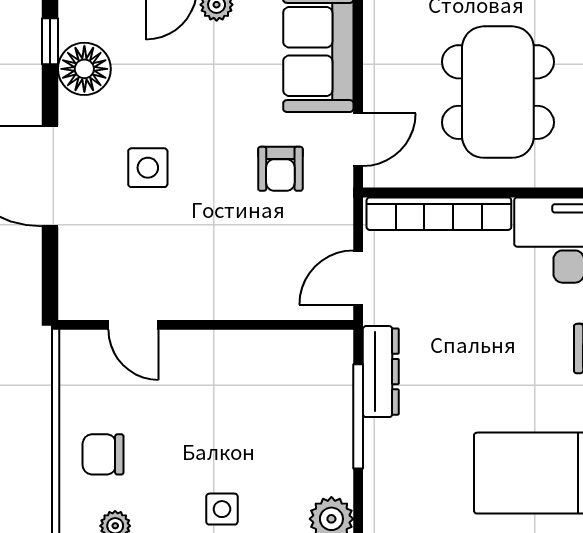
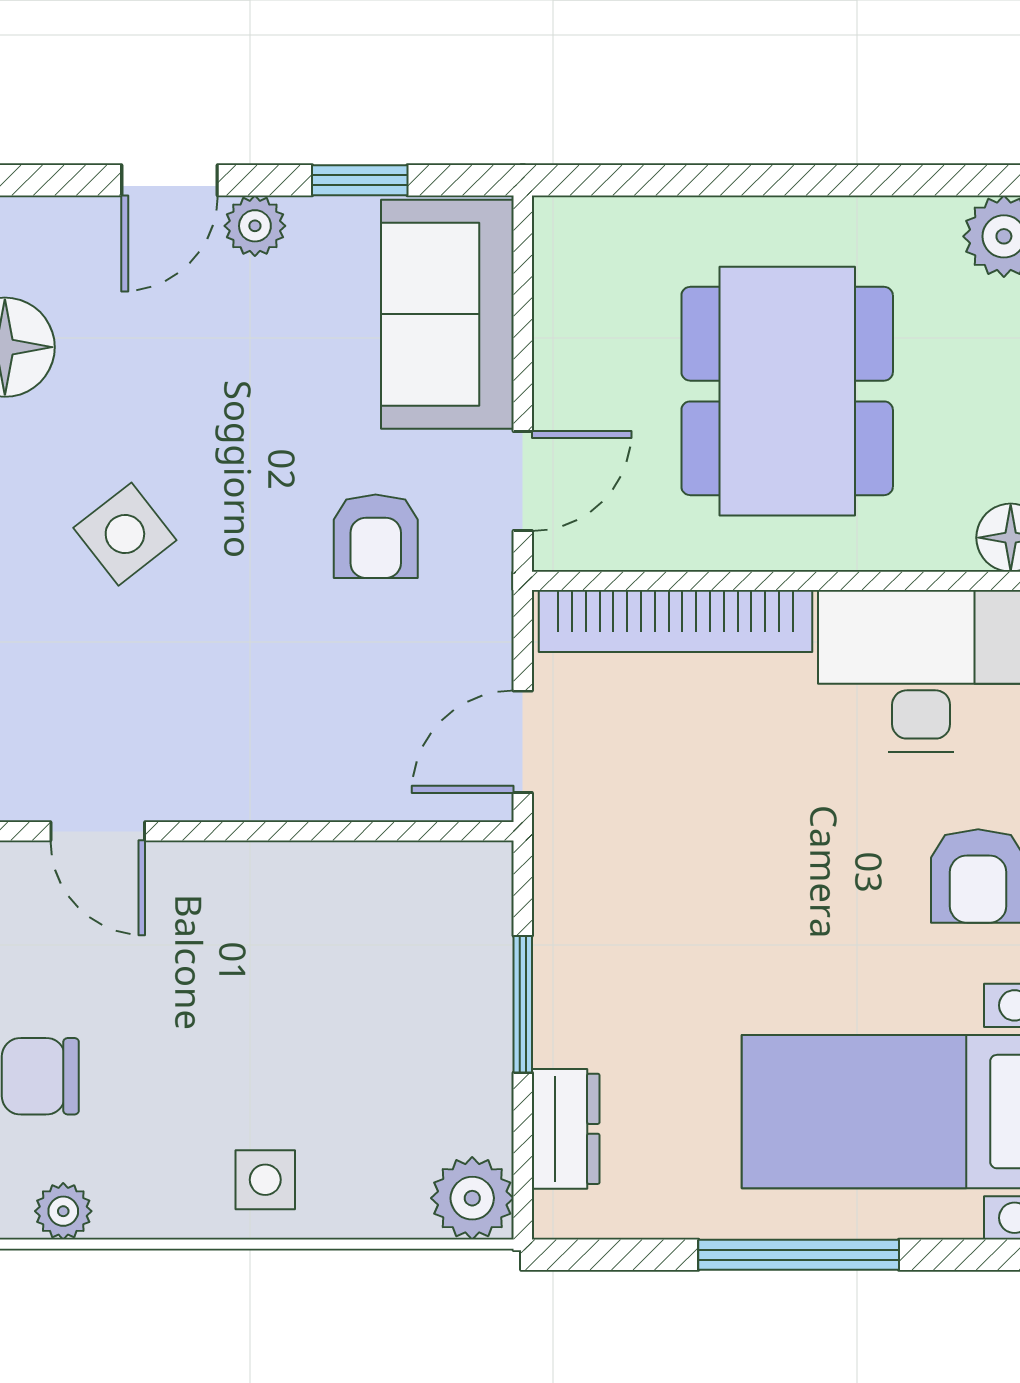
side table: (148, 168) -> (125, 534), turned -38
dresser: (381, 372) -> (566, 1129), moved, width x0.70
window: (358, 416) -> (523, 1004), width x0.69

